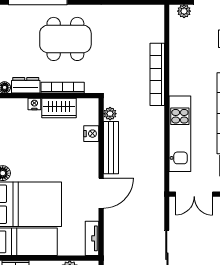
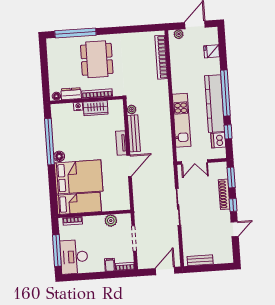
dining table: (65, 39) -> (97, 59), turned 90
bookcase: (157, 74) -> (161, 57), moved
nightstand: (91, 134) -> (119, 124), removed
tv unit: (92, 238) -> (121, 143), moved

